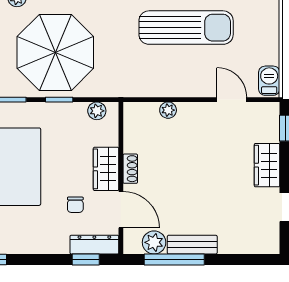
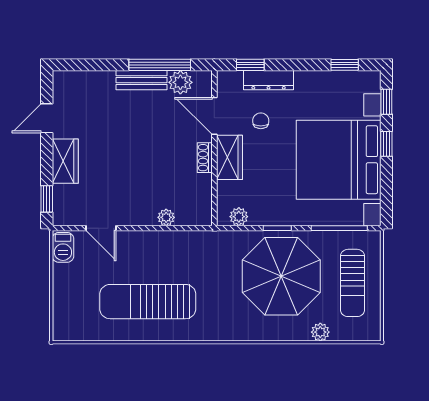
dresser: (94, 245) -> (269, 80), moved

